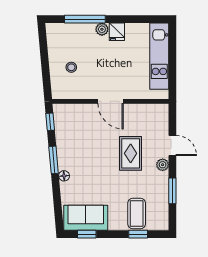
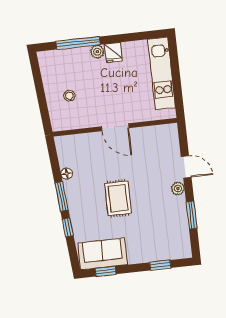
window: (50, 122) -> (68, 227), moved
rug: (131, 153) -> (118, 198), moved
floor lamp: (64, 176) -> (67, 174), moved
coffee table: (137, 214) -> (156, 243), removed

